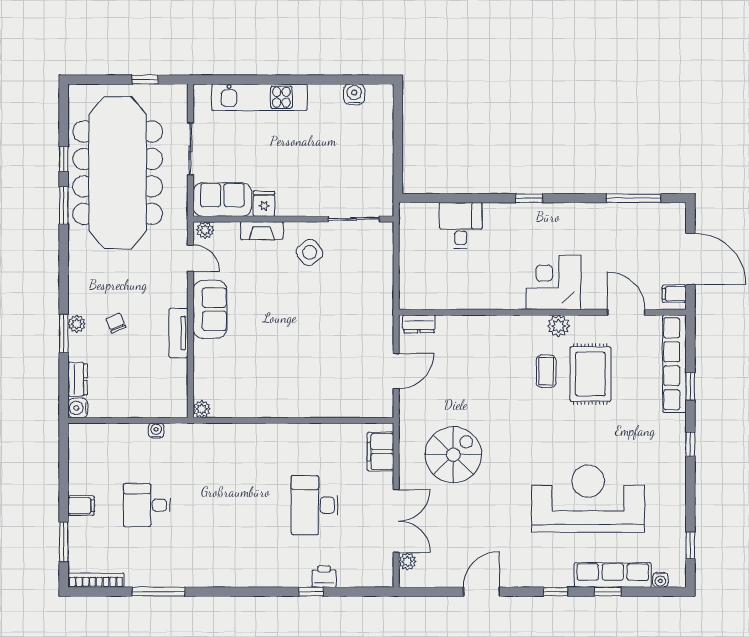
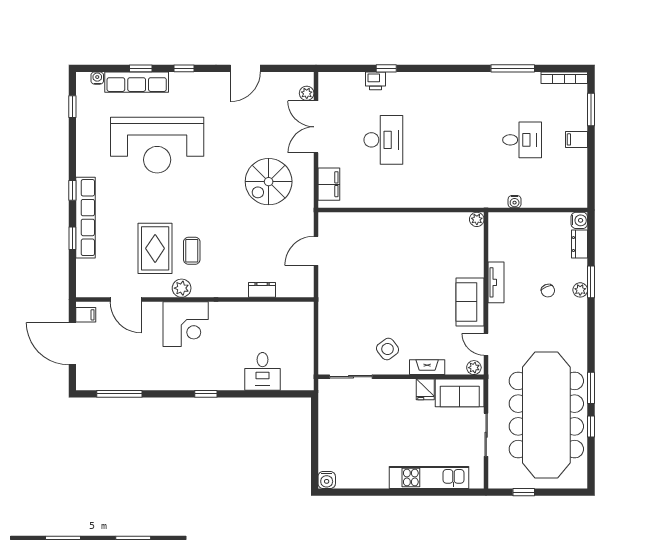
water cooler: (354, 94) -> (327, 480), moved
dresser: (419, 324) -> (262, 290), moved
row of seats: (674, 364) -> (86, 218), moved

